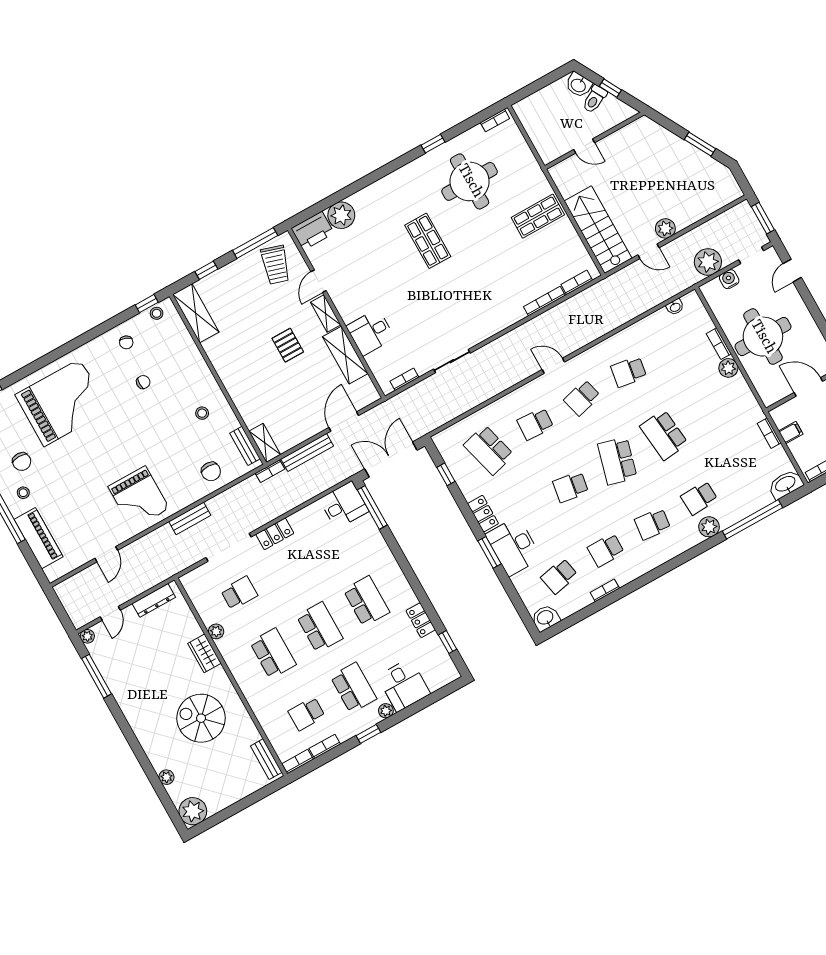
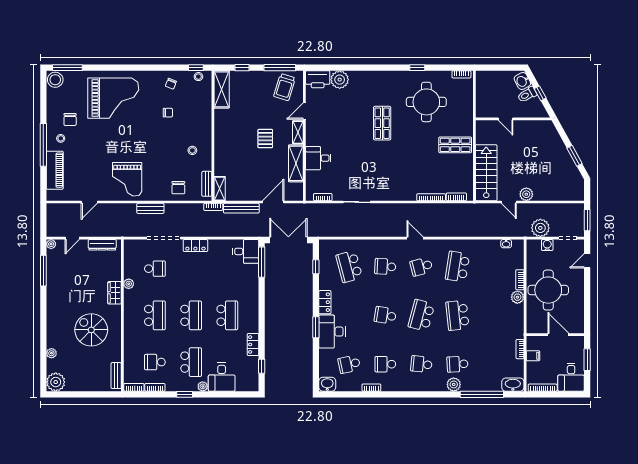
school desk: (629, 372) -> (457, 267), width x1.85

